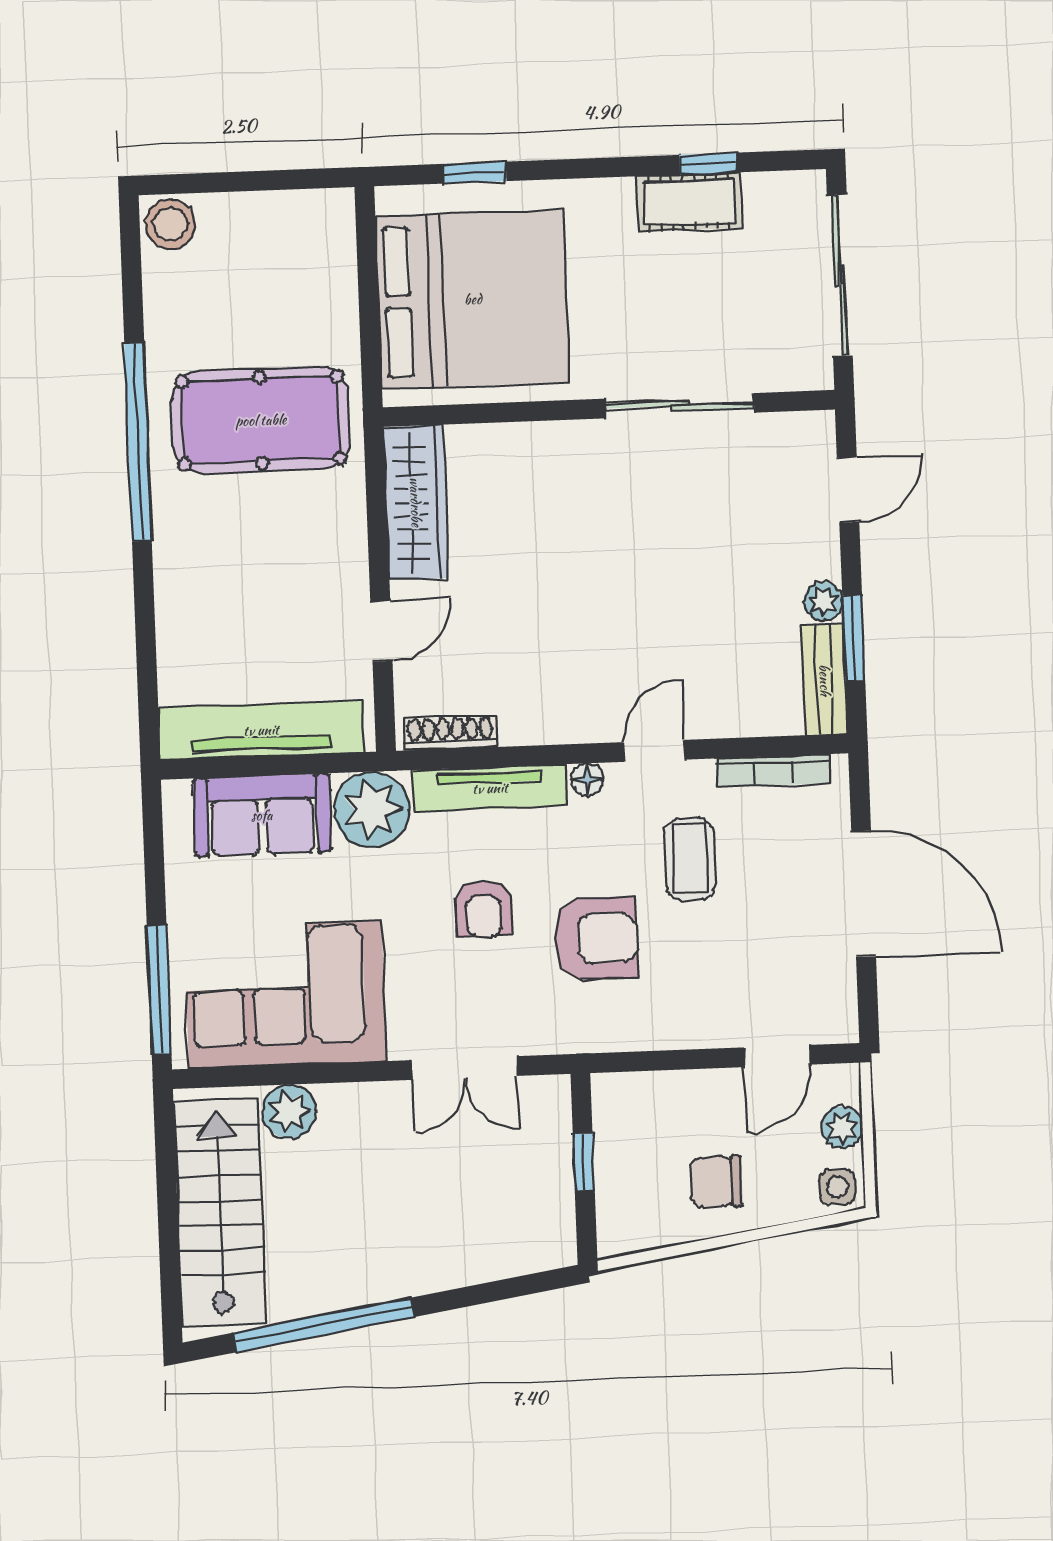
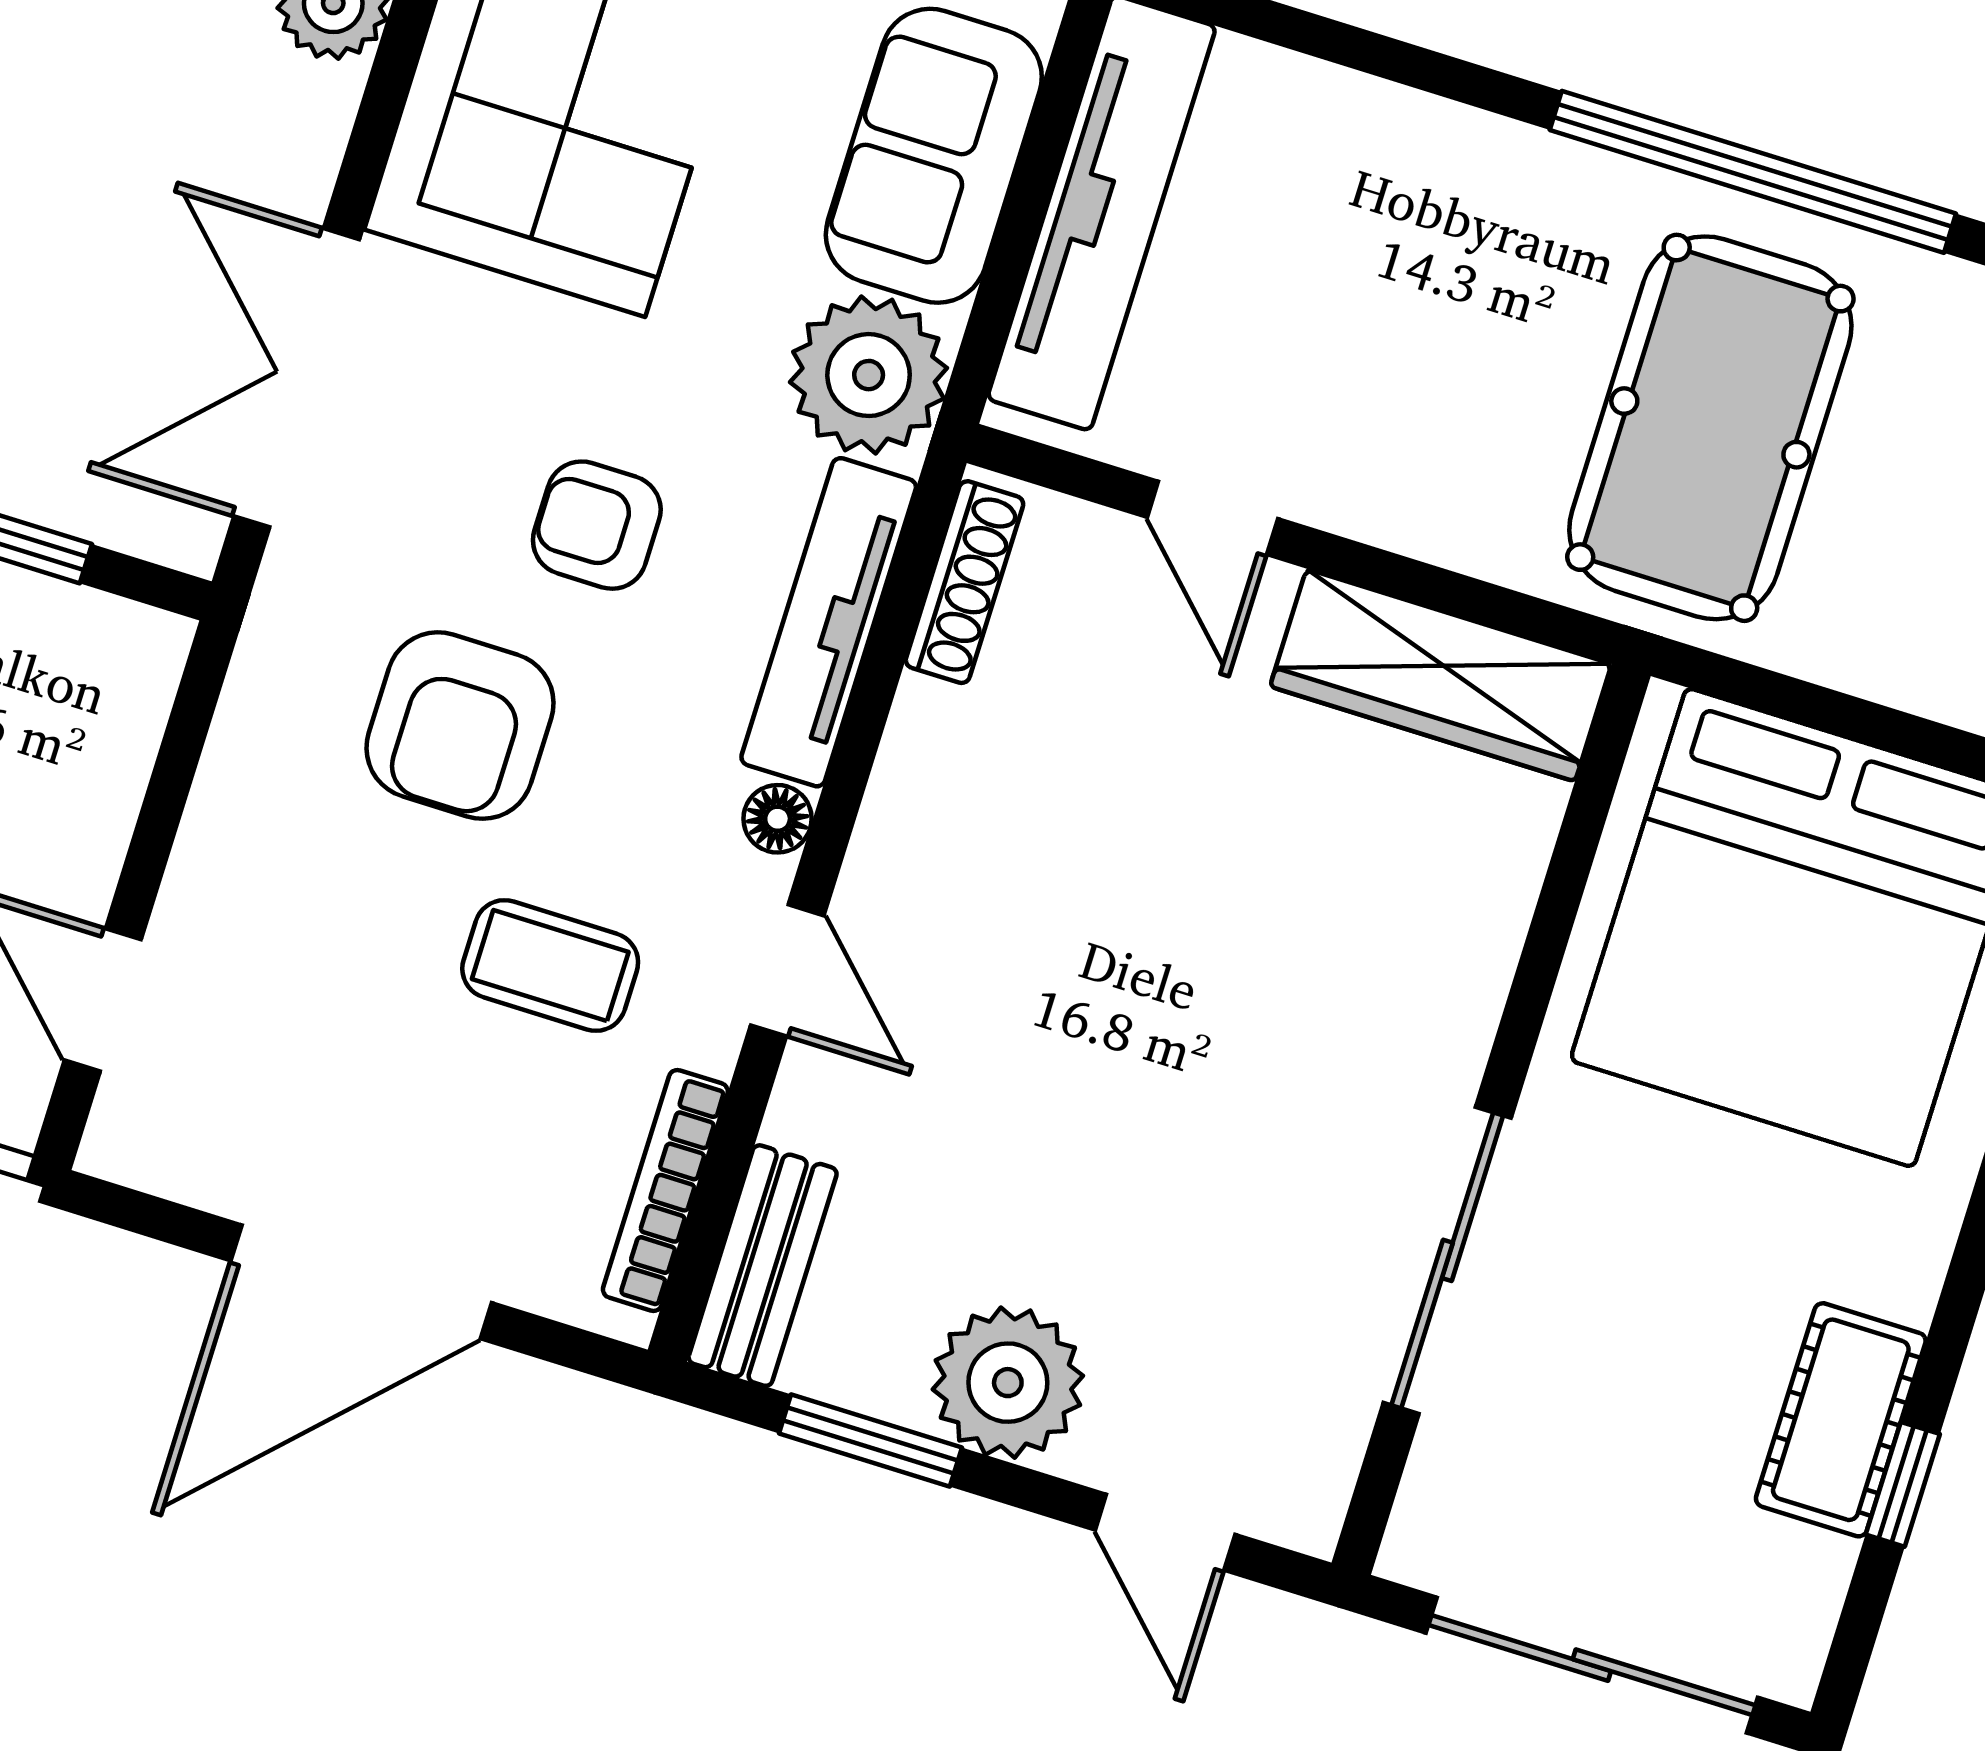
plant: (823, 601) -> (1008, 1383), width x1.88, depth x1.88
bench: (825, 680) -> (763, 1266), moved, turned 90
double door: (465, 1068) -> (297, 378), width x1.37

